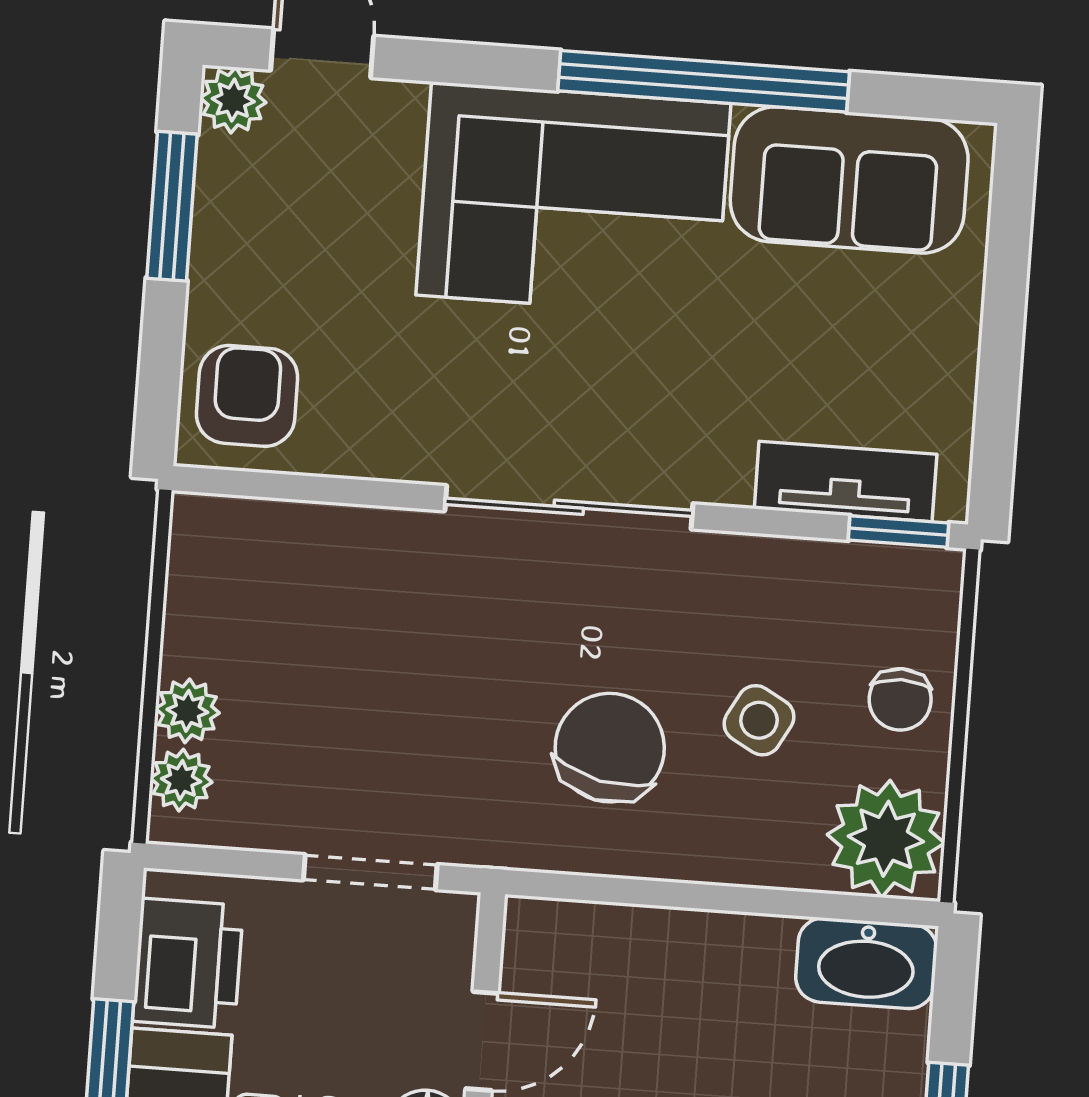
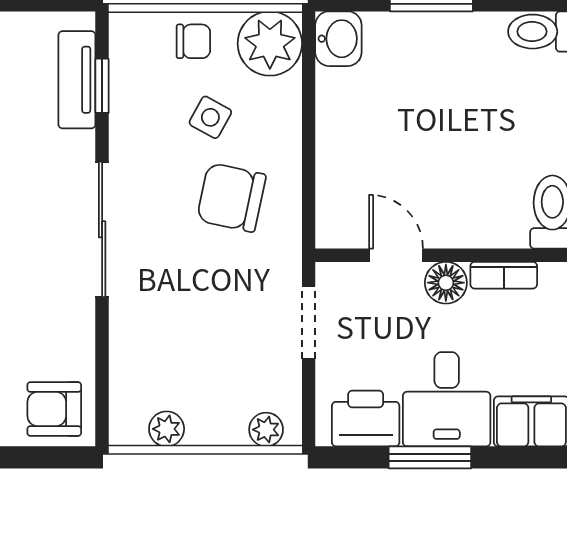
window: (899, 532) -> (102, 86), moved
plant: (187, 711) -> (167, 429), moved
washbasin: (866, 963) -> (338, 39), width x0.72

